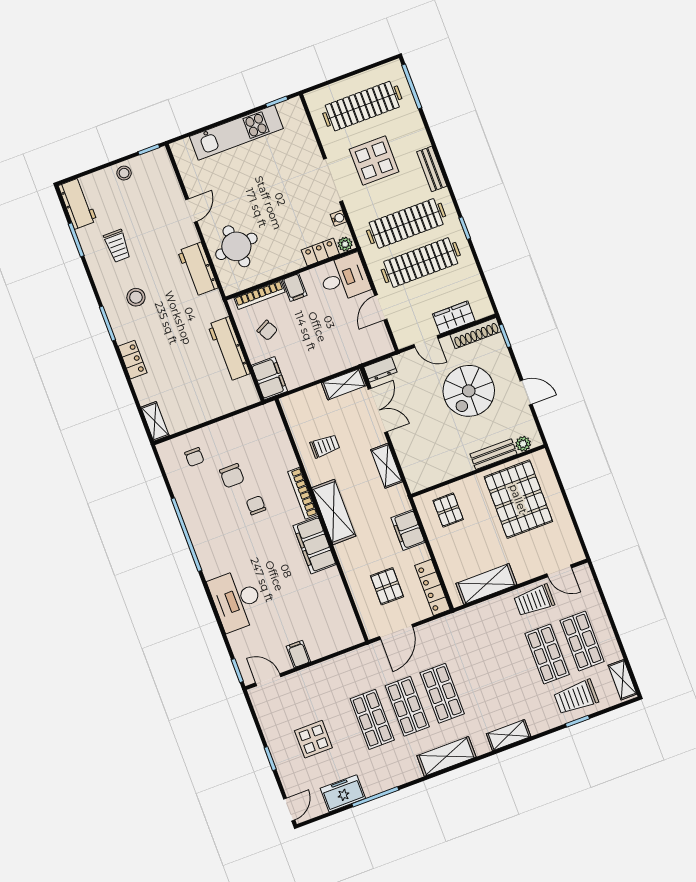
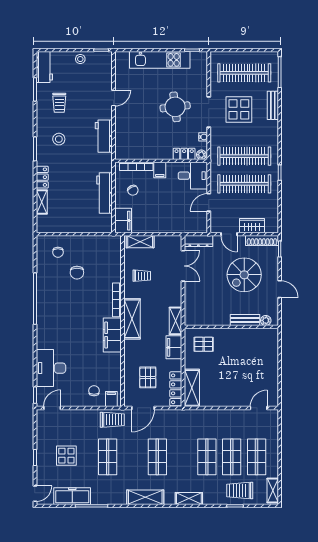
bench: (432, 169) -> (273, 105), moved
round table: (236, 246) -> (175, 107), moved
dresser: (380, 370) -> (198, 241), width x1.44
shelving: (344, 384) -> (140, 242), moved
shelving: (155, 421) -> (42, 202), moved
shelving: (386, 466) -> (176, 321), moved
pallet: (518, 499) -> (250, 354), removed
chair: (256, 505) -> (94, 391), moved
pallet: (448, 510) -> (204, 344), turned 90
door: (559, 571) -> (259, 408), swing flipped
shelving: (486, 584) -> (192, 388), moved, turned 90
desk: (237, 600) -> (51, 368), moved
trolley: (534, 600) -> (112, 420), moved, turned 180
filing cabinet: (298, 654) -> (111, 399), moved
door: (268, 680) -> (52, 408), hinge flipped
shop shelf: (407, 706) -> (207, 457), moved
freezer: (343, 793) -> (72, 496), width x1.40

